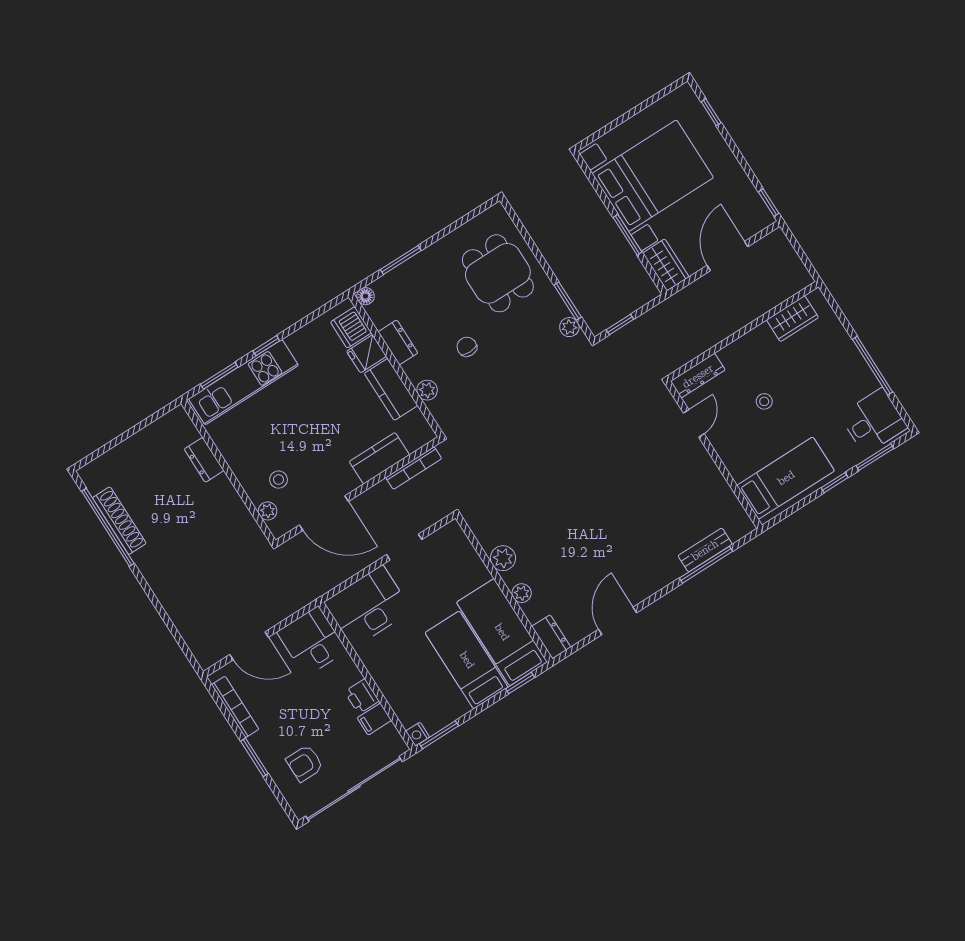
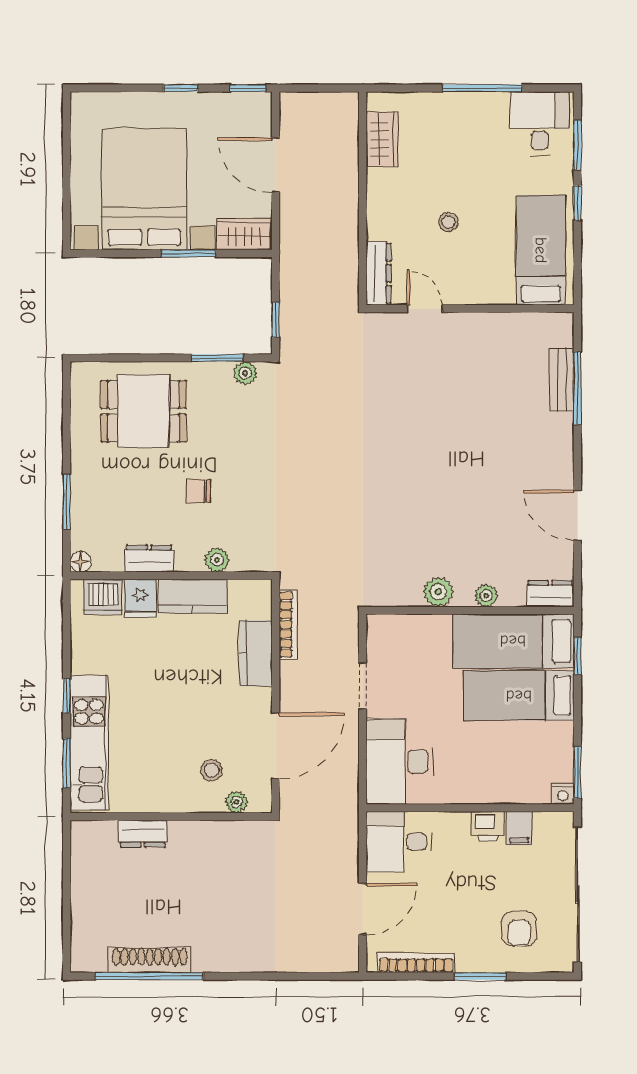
window: (711, 112) -> (181, 88), moved

